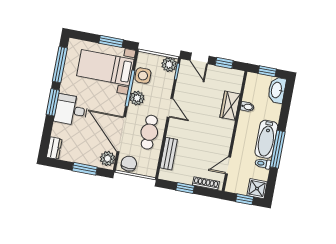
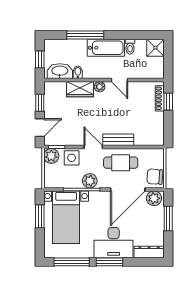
side table: (143, 76) -> (72, 158), moved
washbasin: (277, 90) -> (60, 71), moved, turned 180
door: (170, 108) -> (93, 147), hinge flipped
desk: (71, 110) -> (114, 243), width x1.37
plant: (229, 126) -> (100, 87), added
dresser: (54, 148) -> (149, 252), width x1.44
window: (278, 149) -> (85, 35), moved
bench: (169, 154) -> (118, 140), moved
door: (228, 166) -> (120, 80), moved
window: (185, 188) -> (168, 102), moved
window: (245, 199) -> (168, 58), removed

